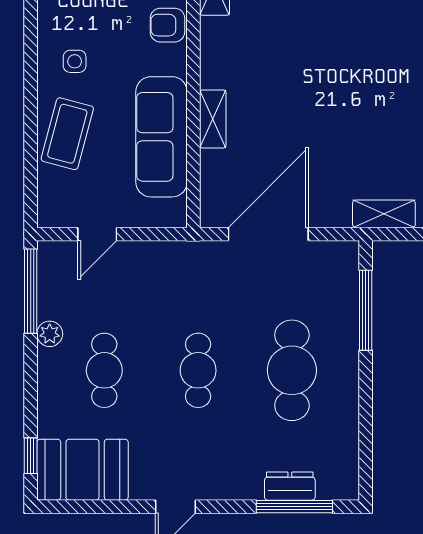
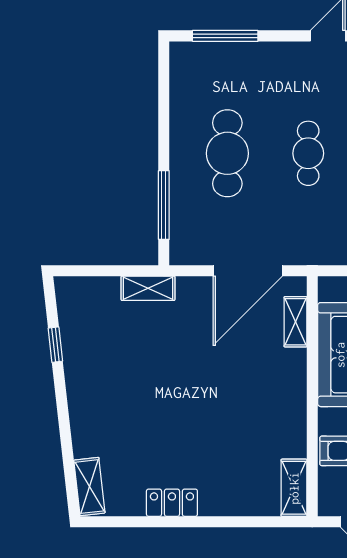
shelving: (213, 119) -> (296, 322), moved
dresser: (290, 486) -> (229, 53), removed

